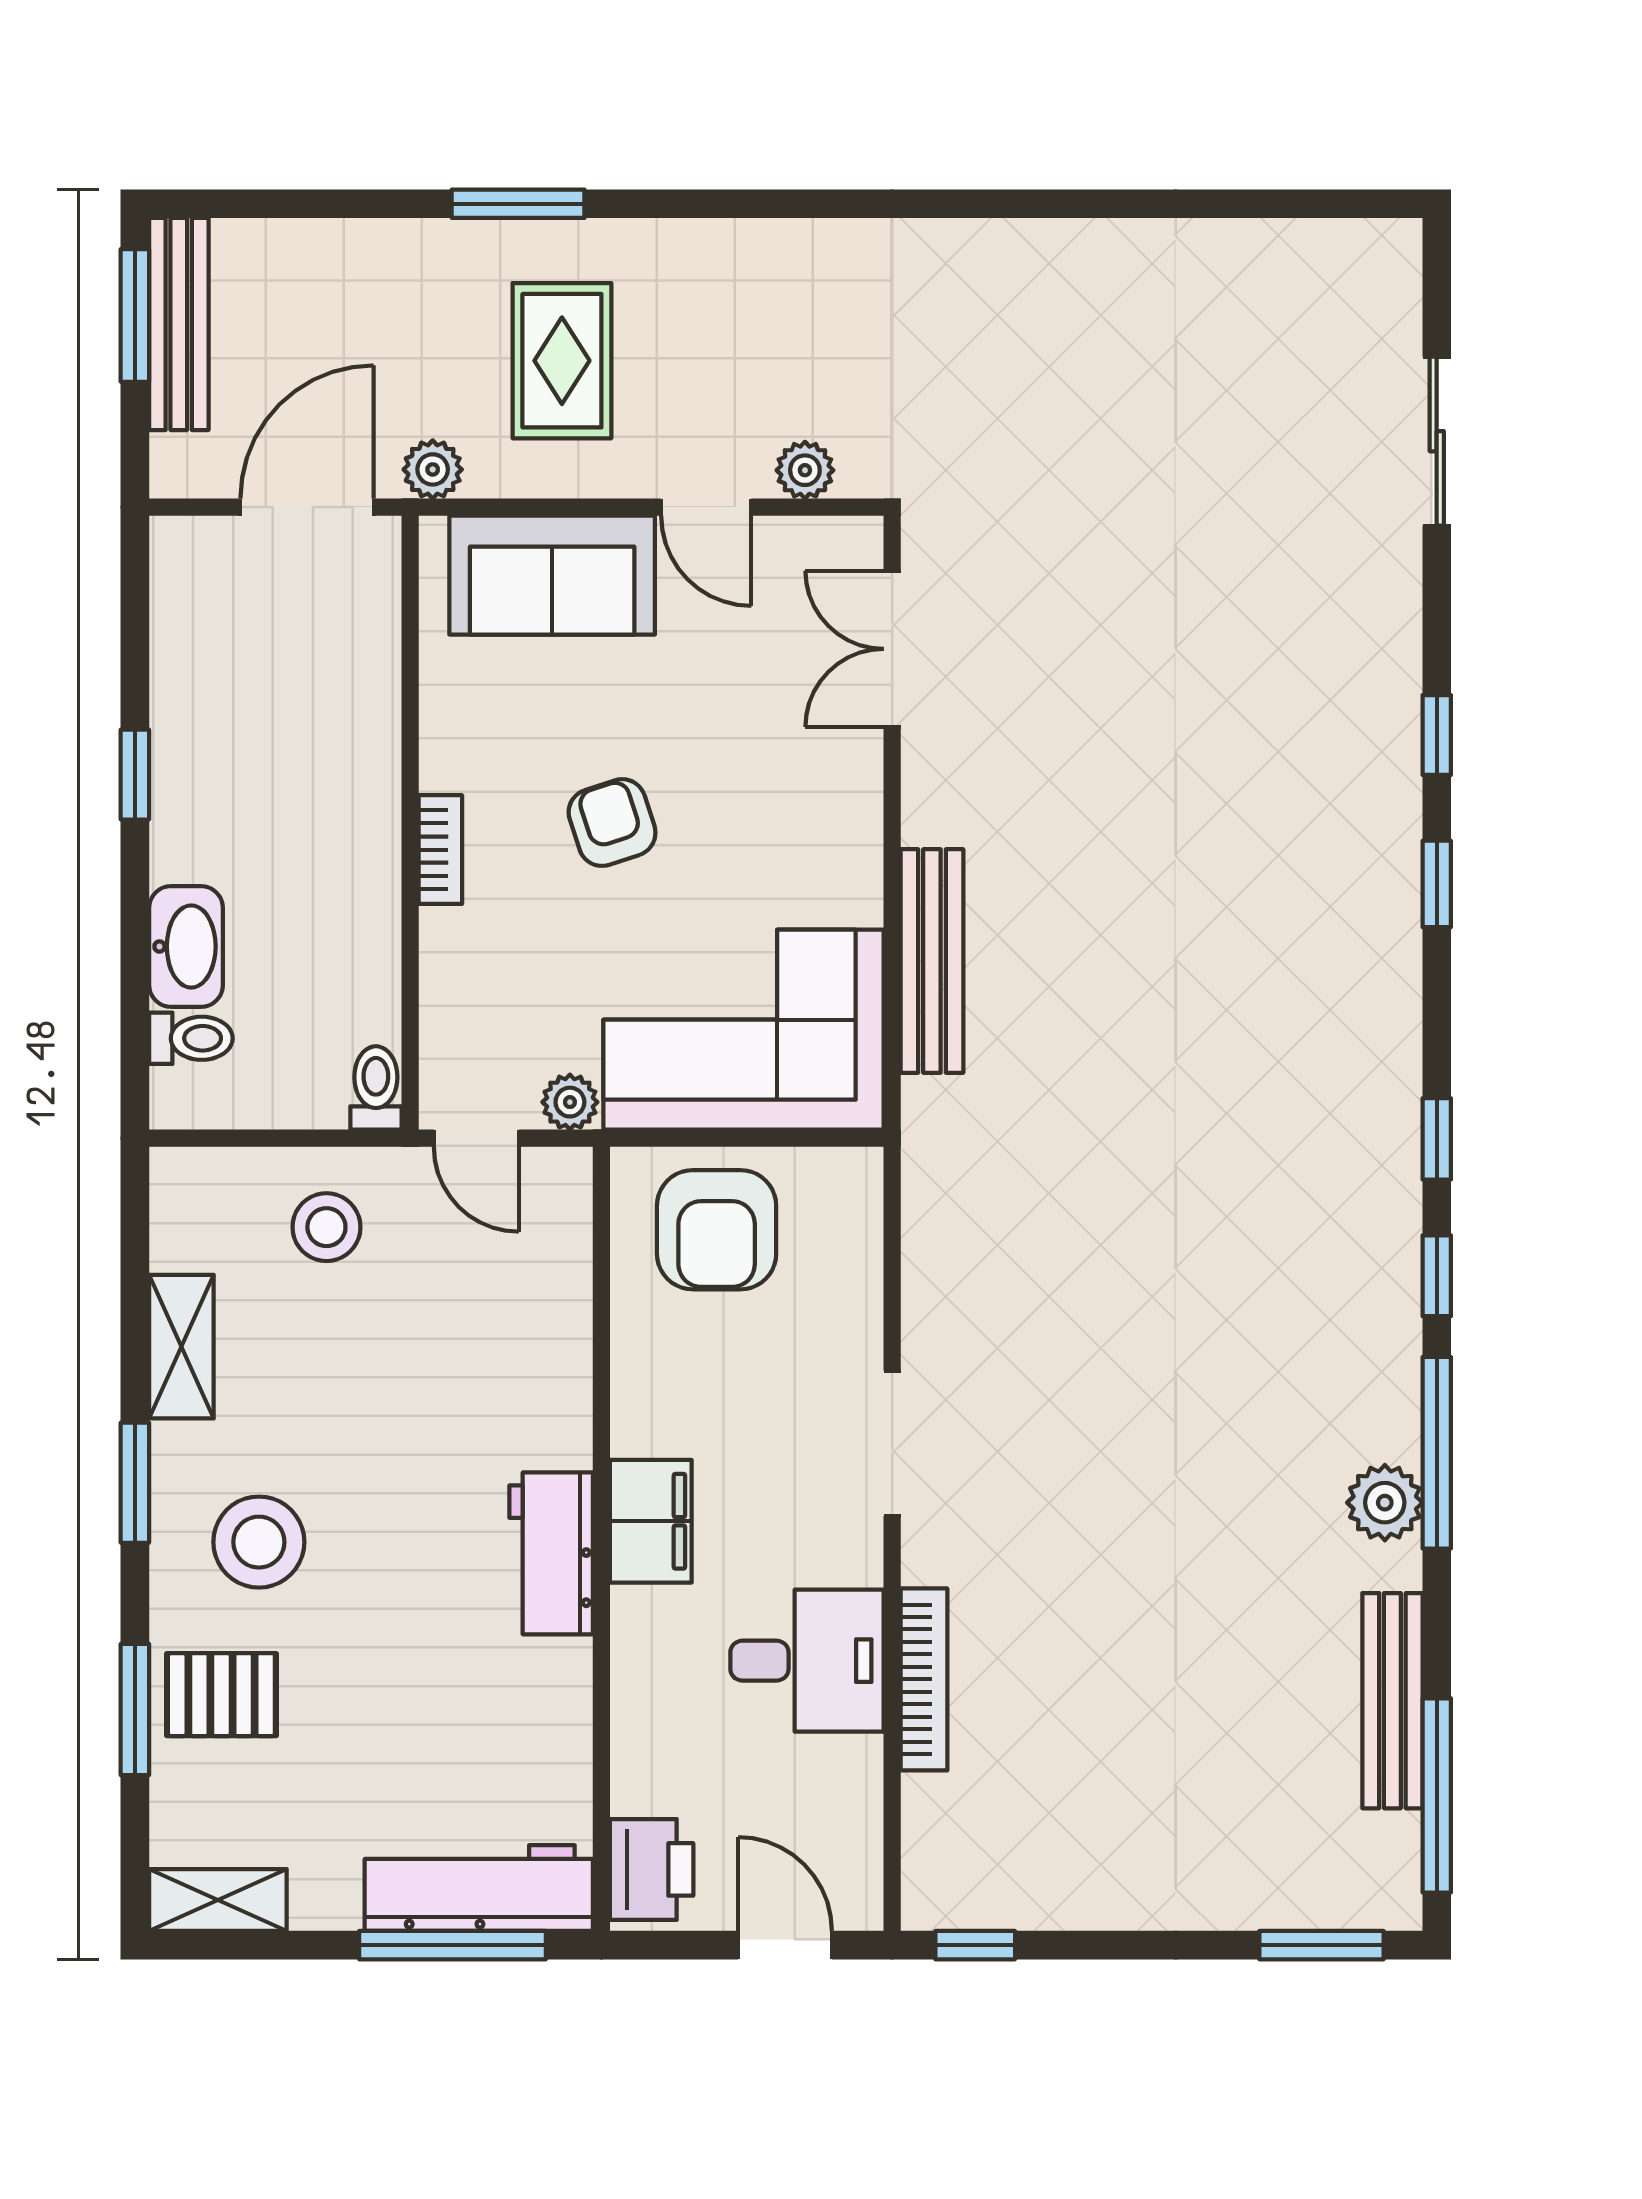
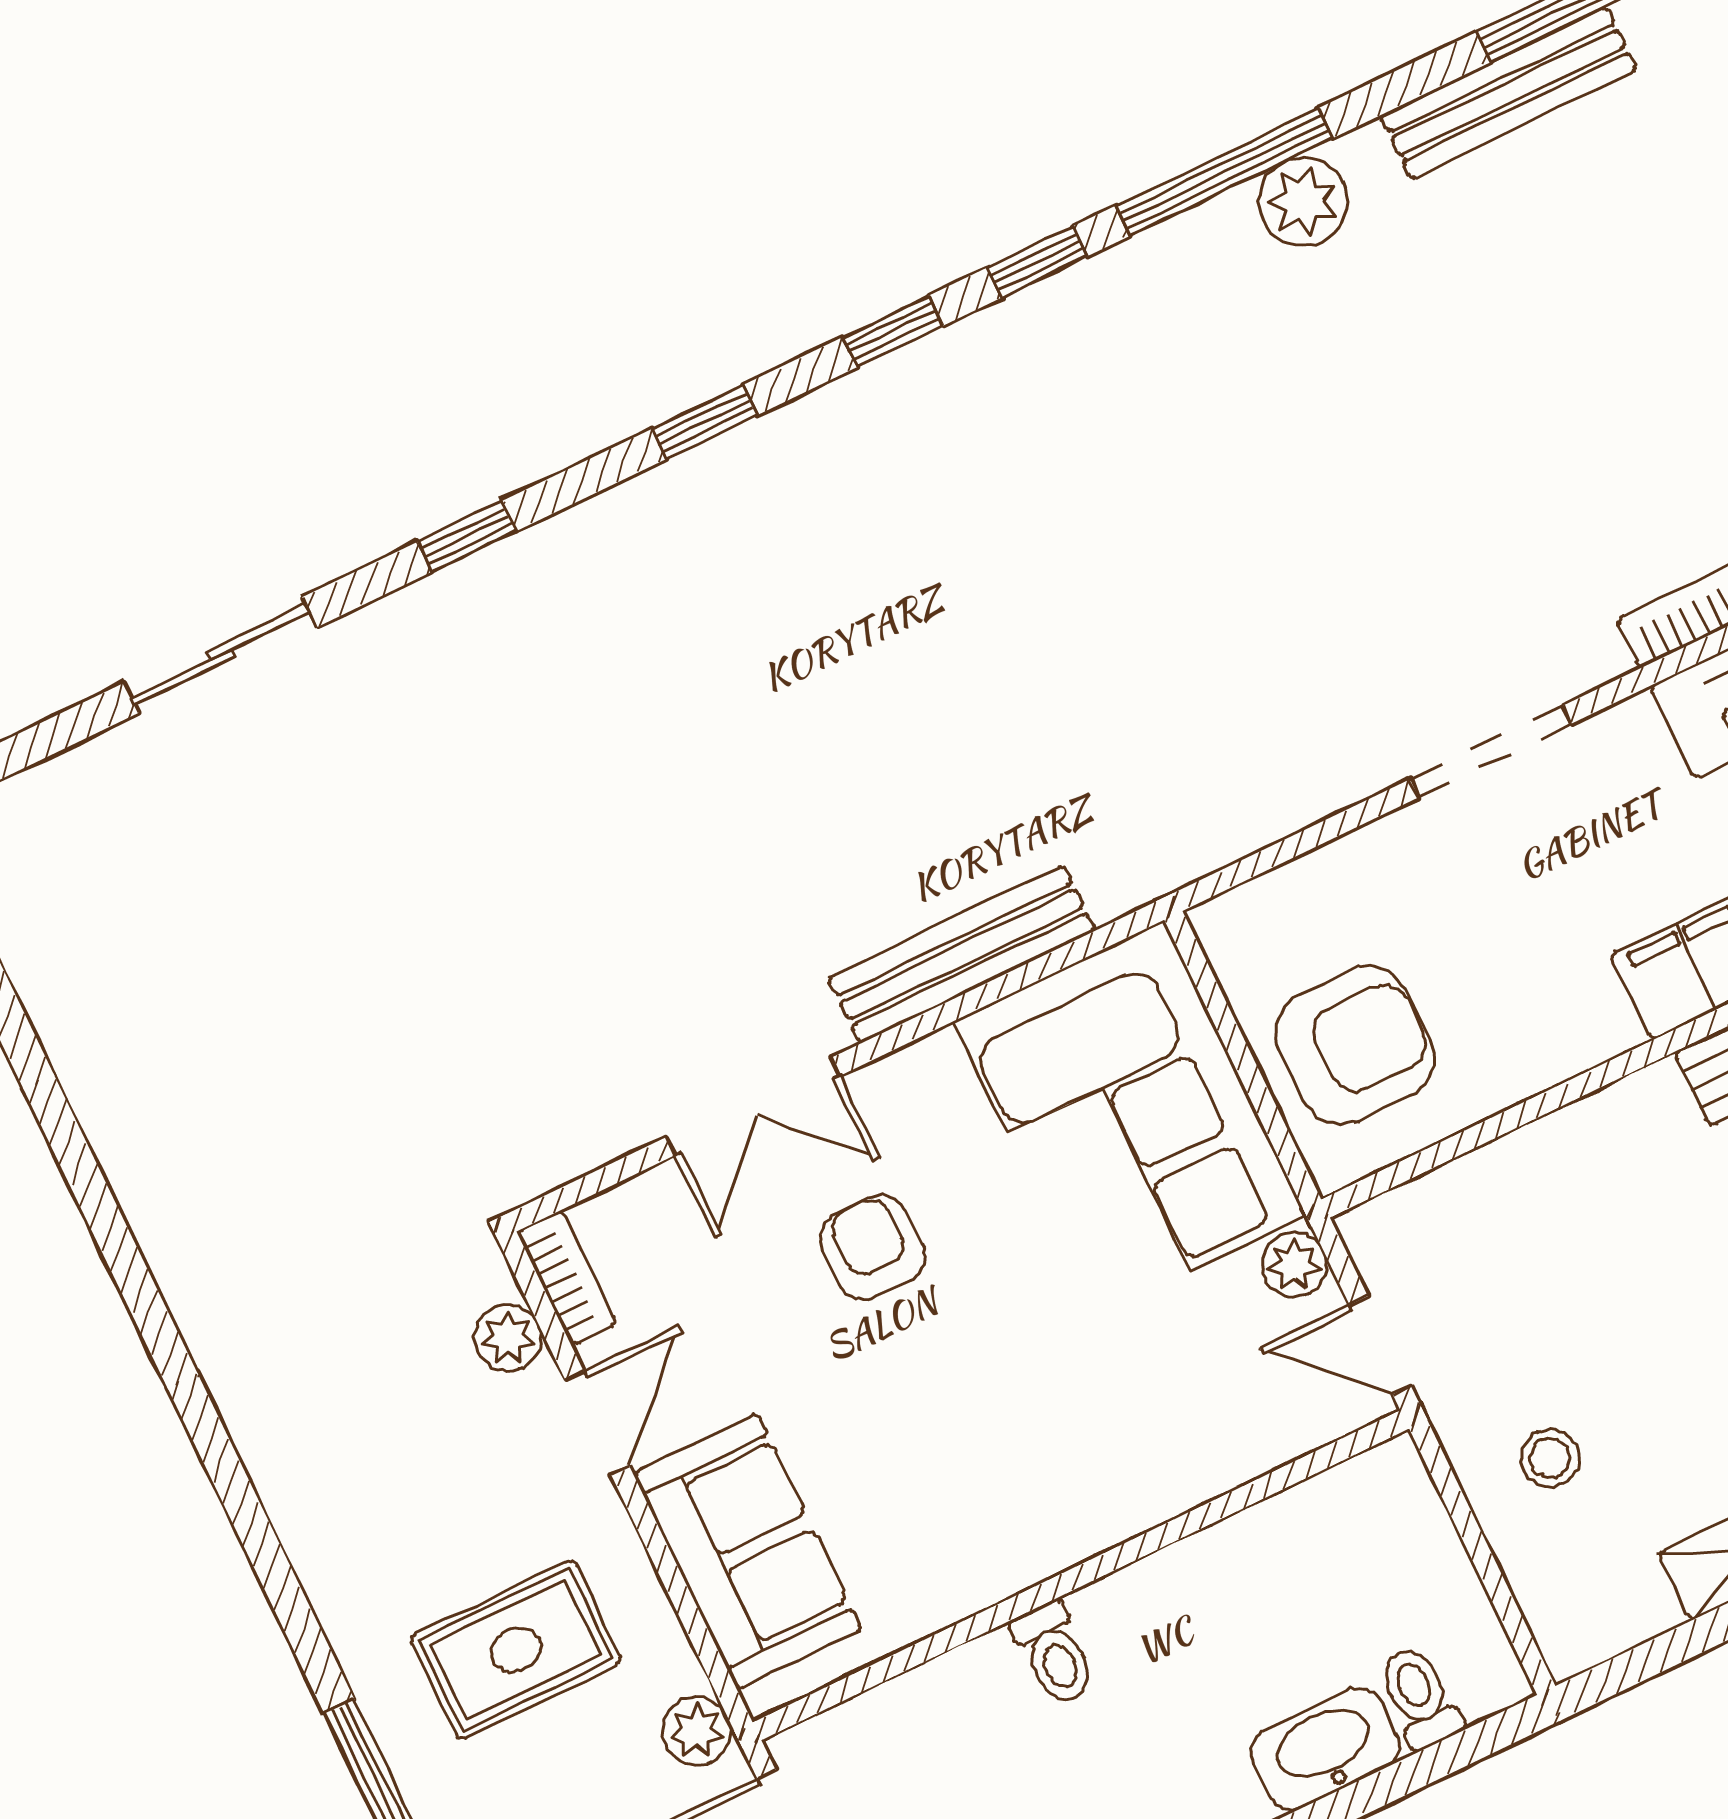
sliding door: (1437, 441) -> (220, 655), moved
double door: (892, 649) -> (753, 1106), moved
armchair: (612, 823) -> (873, 1247), moved, turned 108
bookcase: (440, 850) -> (567, 1278), moved, turned 90
window: (1437, 884) -> (705, 422), moved
toilet: (376, 1088) -> (1054, 1653), moved, turned -90
door: (476, 1138) -> (1380, 1345), swing flipped
stool: (326, 1227) -> (1550, 1458), width x0.73, depth x0.73

